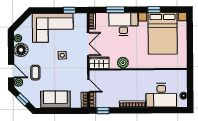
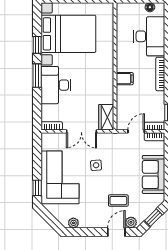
window: (69, 10) -> (37, 188), moved
window: (115, 10) -> (37, 76), moved
double door: (88, 44) -> (81, 131), swing flipped
floor lamp: (21, 50) -> (89, 219), removed
plant: (123, 63) -> (106, 86), removed
filing cabinet: (129, 77) -> (125, 79), added

